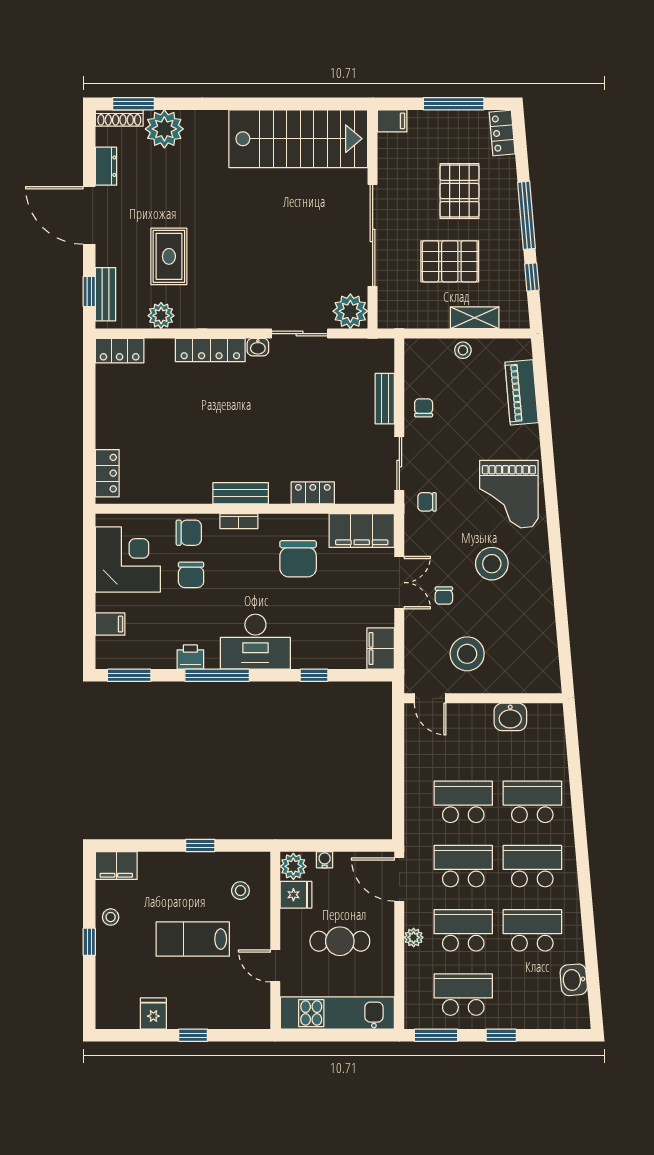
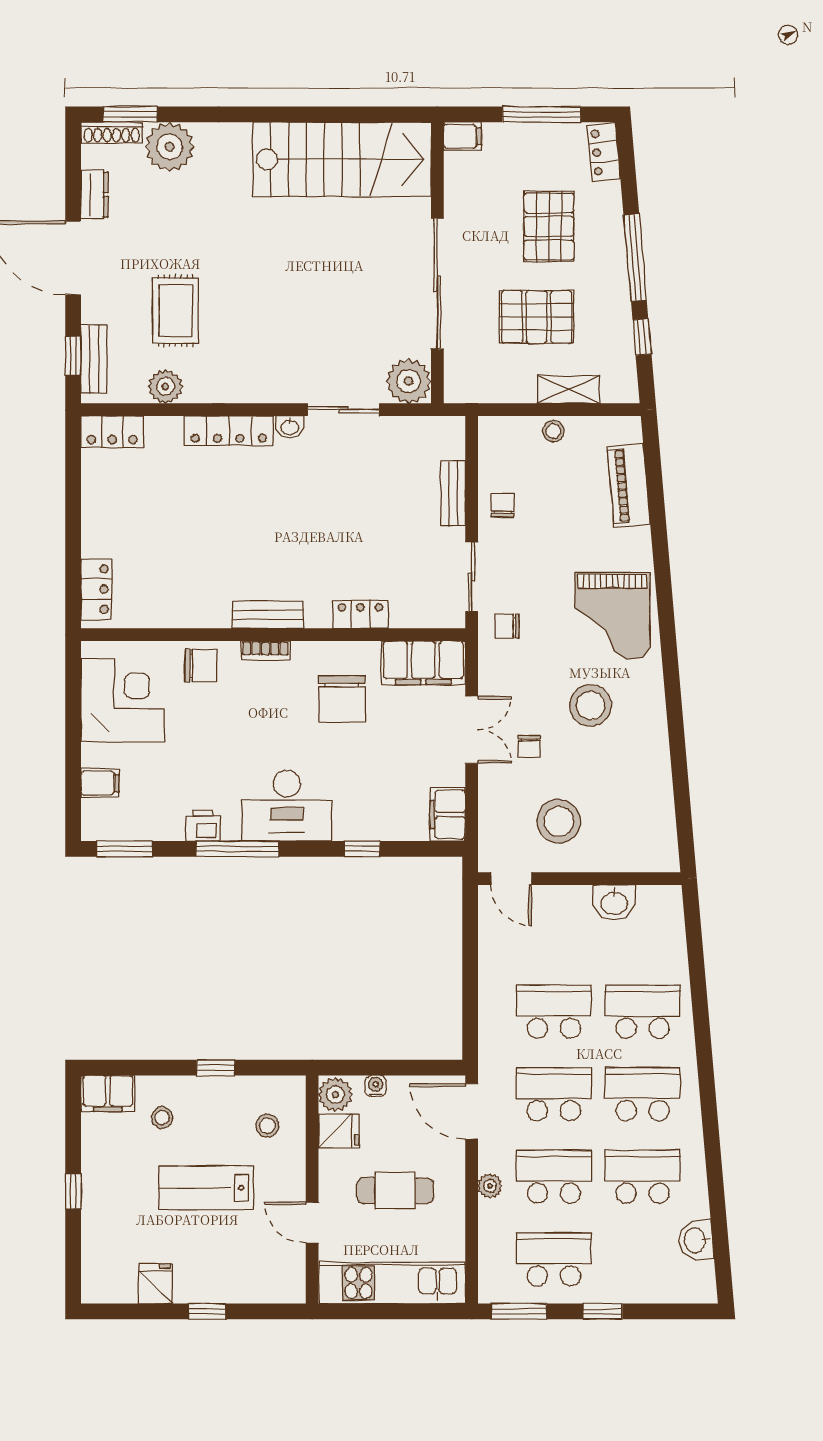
chair: (191, 575) -> (204, 720), removed
stool: (111, 917) -> (162, 1118), moved

